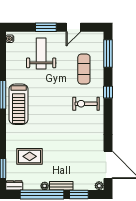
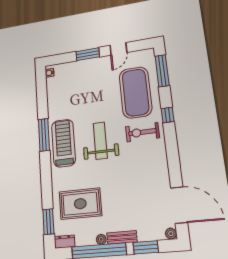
weight bench: (41, 54) -> (100, 141), moved
exercise mat: (84, 69) -> (135, 92), width x2.00, depth x1.45
treadmill: (19, 104) -> (63, 143), turned 180
rug: (30, 156) -> (80, 204), width x1.36, depth x1.43

